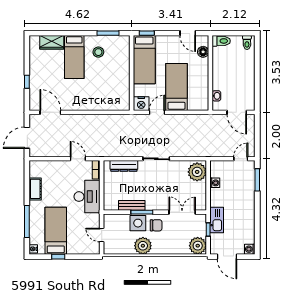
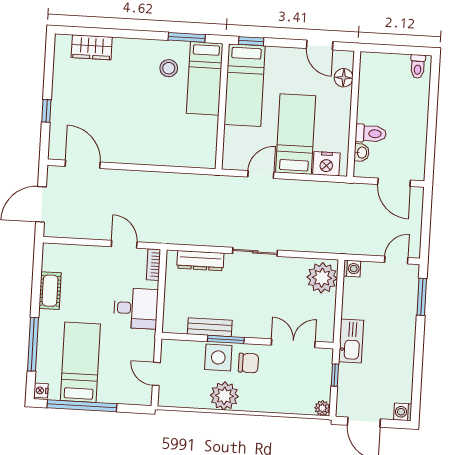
toilet: (221, 41) -> (371, 133), moved
bed: (74, 57) -> (205, 78), moved
nightstand: (141, 104) -> (326, 164), moved
washing machine: (215, 183) -> (352, 269), moved
desk: (87, 197) -> (136, 308), width x0.73
kitchen sink: (217, 220) -> (351, 341), moved
plant: (198, 246) -> (322, 408), width x0.53, depth x0.53
window: (58, 257) -> (82, 406), width x3.17

